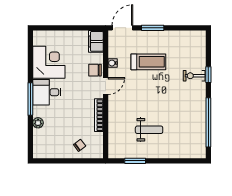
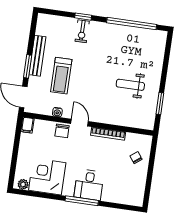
bench: (164, 36) -> (37, 56), added
filing cabinet: (96, 41) -> (27, 125), width x0.50
treadmill: (148, 62) -> (61, 76), turned 180
desk: (47, 92) -> (89, 185), moved
plant: (38, 123) -> (23, 184), moved
weight bench: (149, 130) -> (130, 85), turned -90

